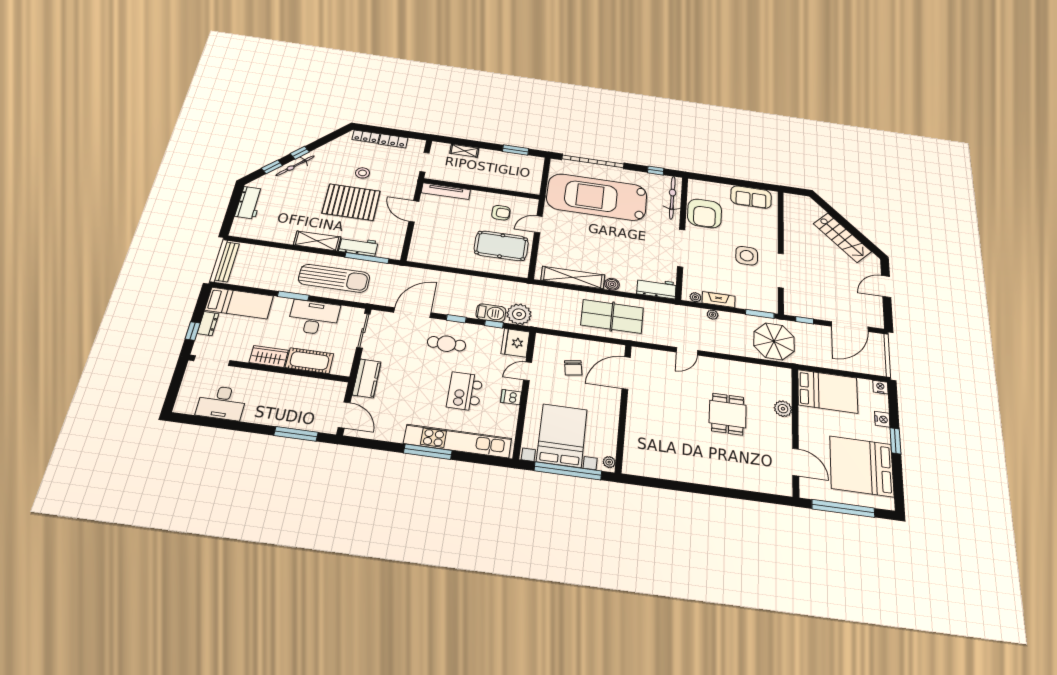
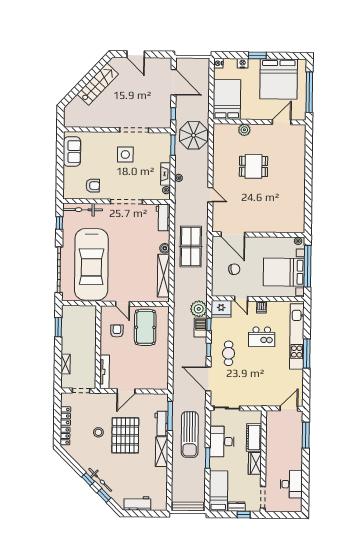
armchair: (705, 213) -> (93, 186), width x0.53, depth x0.53
sun lounger: (334, 278) -> (190, 435), turned 180
kitchen counter: (367, 378) -> (261, 400), removed

